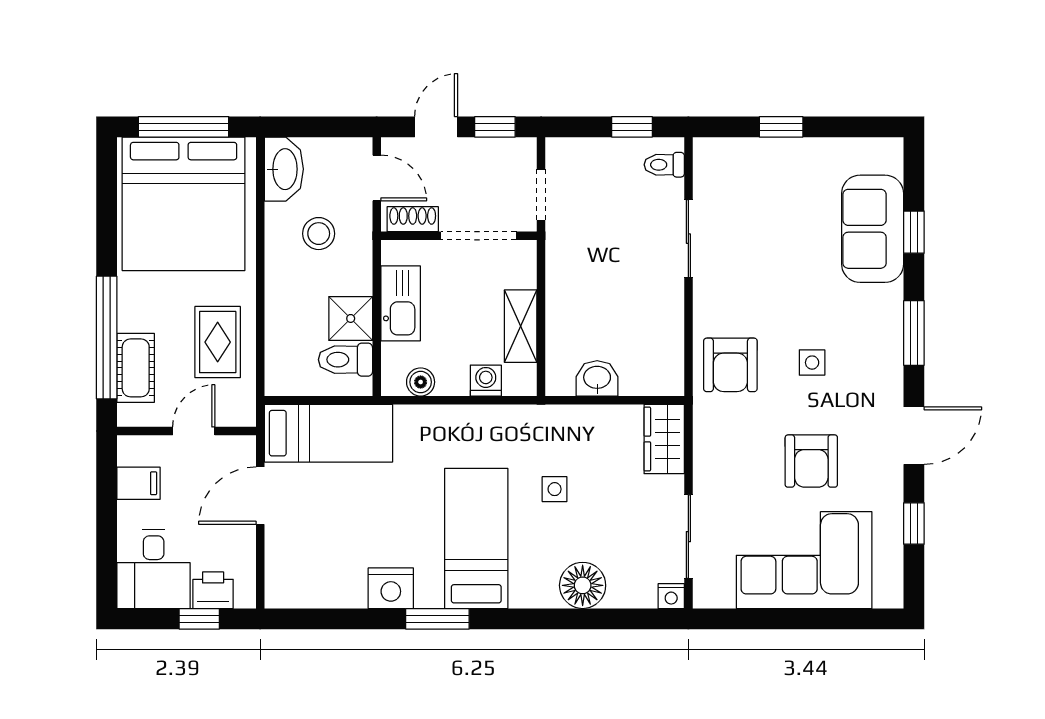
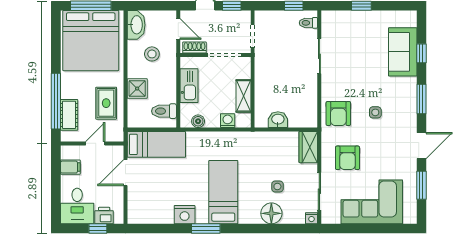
shower: (351, 318) -> (137, 89), moved
armchair: (811, 461) -> (347, 158), moved
side table: (555, 489) -> (277, 186), moved
window: (914, 524) -> (421, 185), width x1.50

